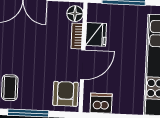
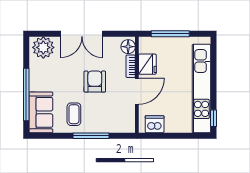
armchair: (65, 94) -> (95, 82), moved

